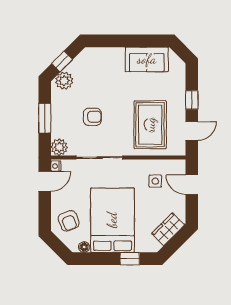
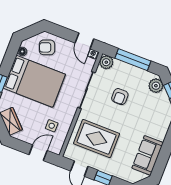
window: (45, 118) -> (133, 60), width x1.44

